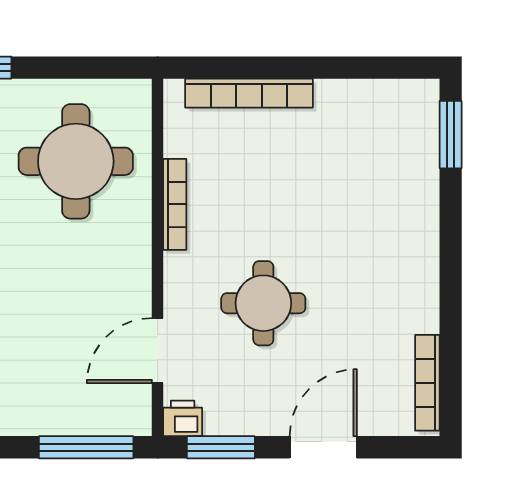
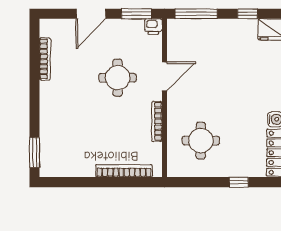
round table: (76, 161) -> (201, 141), width x0.73, depth x0.73
door: (158, 351) -> (165, 76), moved
bookcase: (427, 383) -> (45, 59), moved

